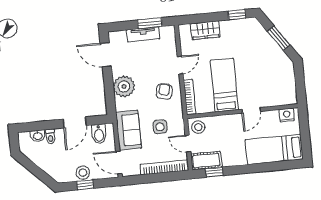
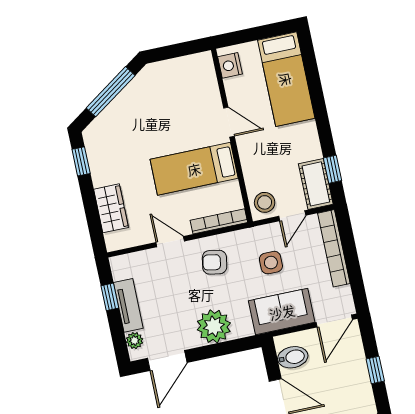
window: (150, 23) -> (110, 297), width x0.67
plant: (121, 36) -> (134, 341), added
window: (279, 38) -> (111, 92), width x1.44
stool: (83, 173) -> (356, 376), removed

